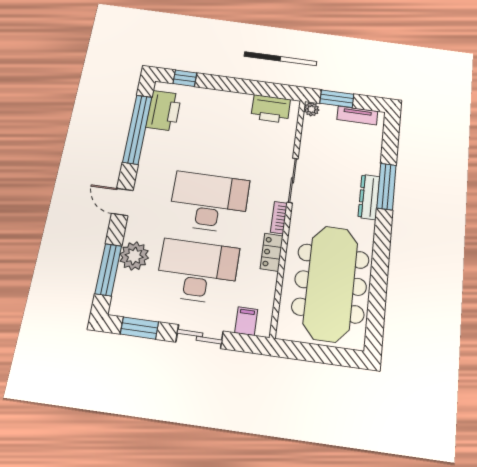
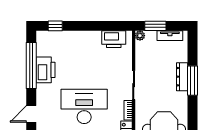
printer: (164, 111) -> (46, 70), moved
dresser: (369, 197) -> (182, 77), moved
door: (122, 202) -> (31, 114), hinge flipped

